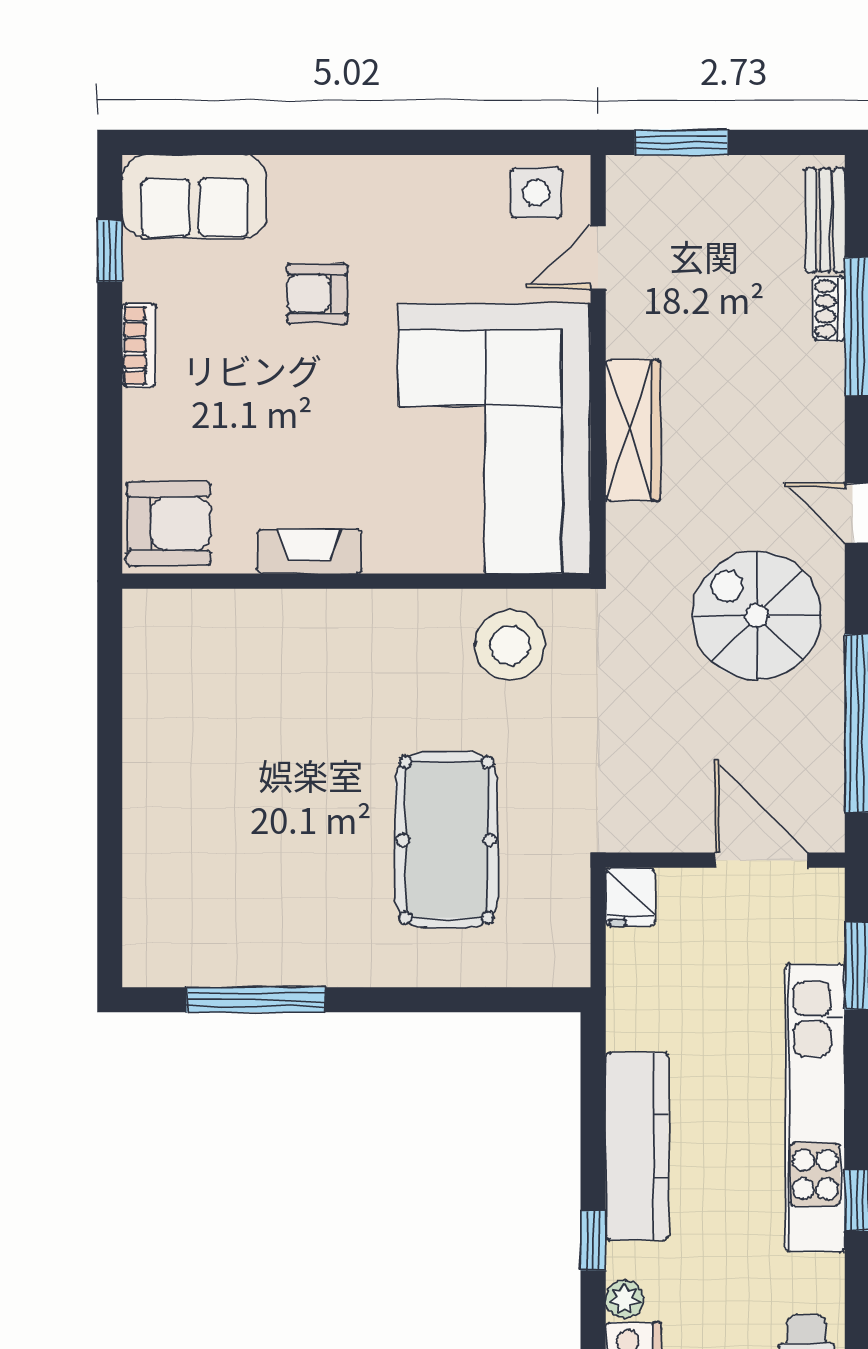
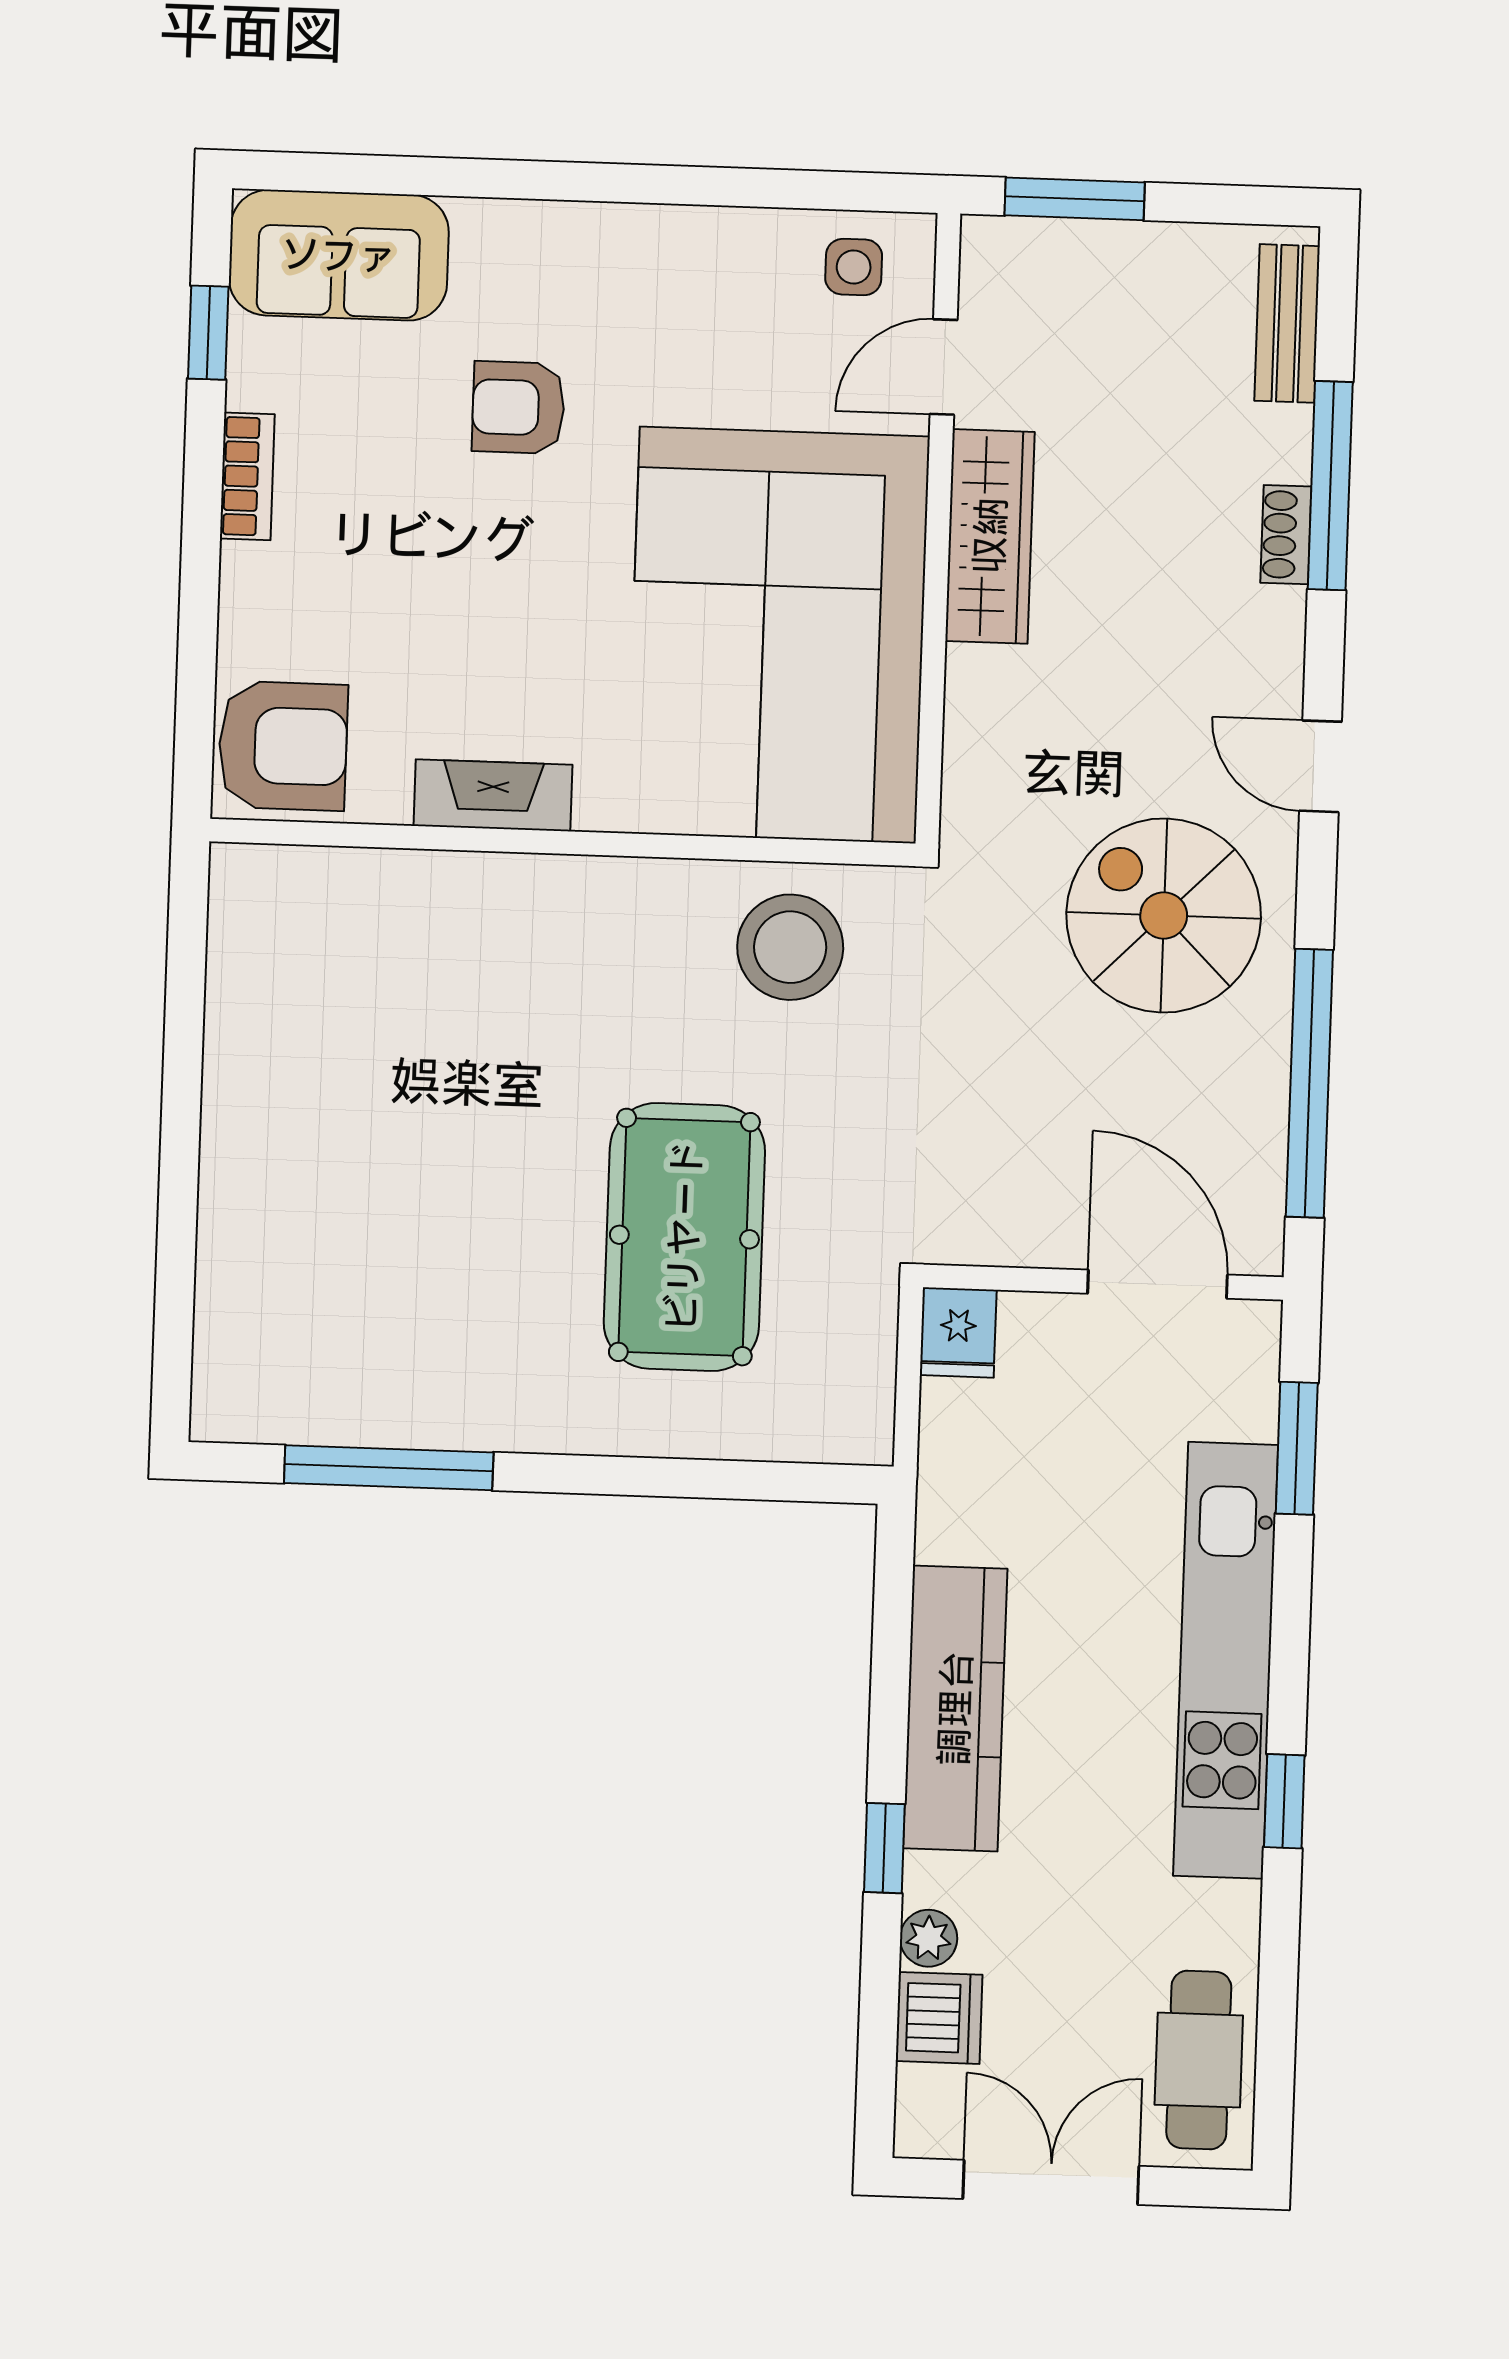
side table: (536, 193) -> (854, 267), width x0.73, depth x0.73
shoe rack: (829, 309) -> (1286, 535), moved
wardrobe: (633, 430) -> (990, 536), moved

